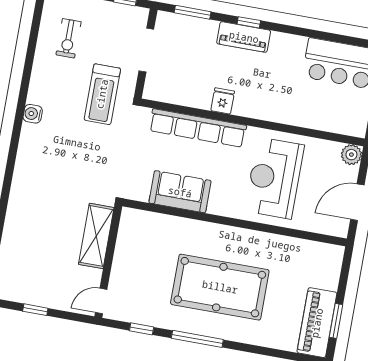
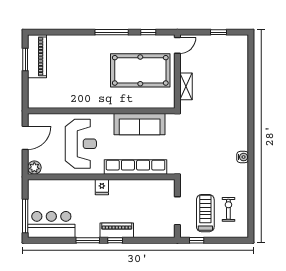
window: (193, 12) -> (88, 240), moved
treadmill: (102, 94) -> (205, 213), moved
fridge: (223, 101) -> (102, 187), moved
sofa: (180, 192) -> (140, 124), width x1.36
shelving: (96, 236) -> (186, 86), width x0.67, depth x0.75
pool table: (220, 287) -> (140, 70), moved

